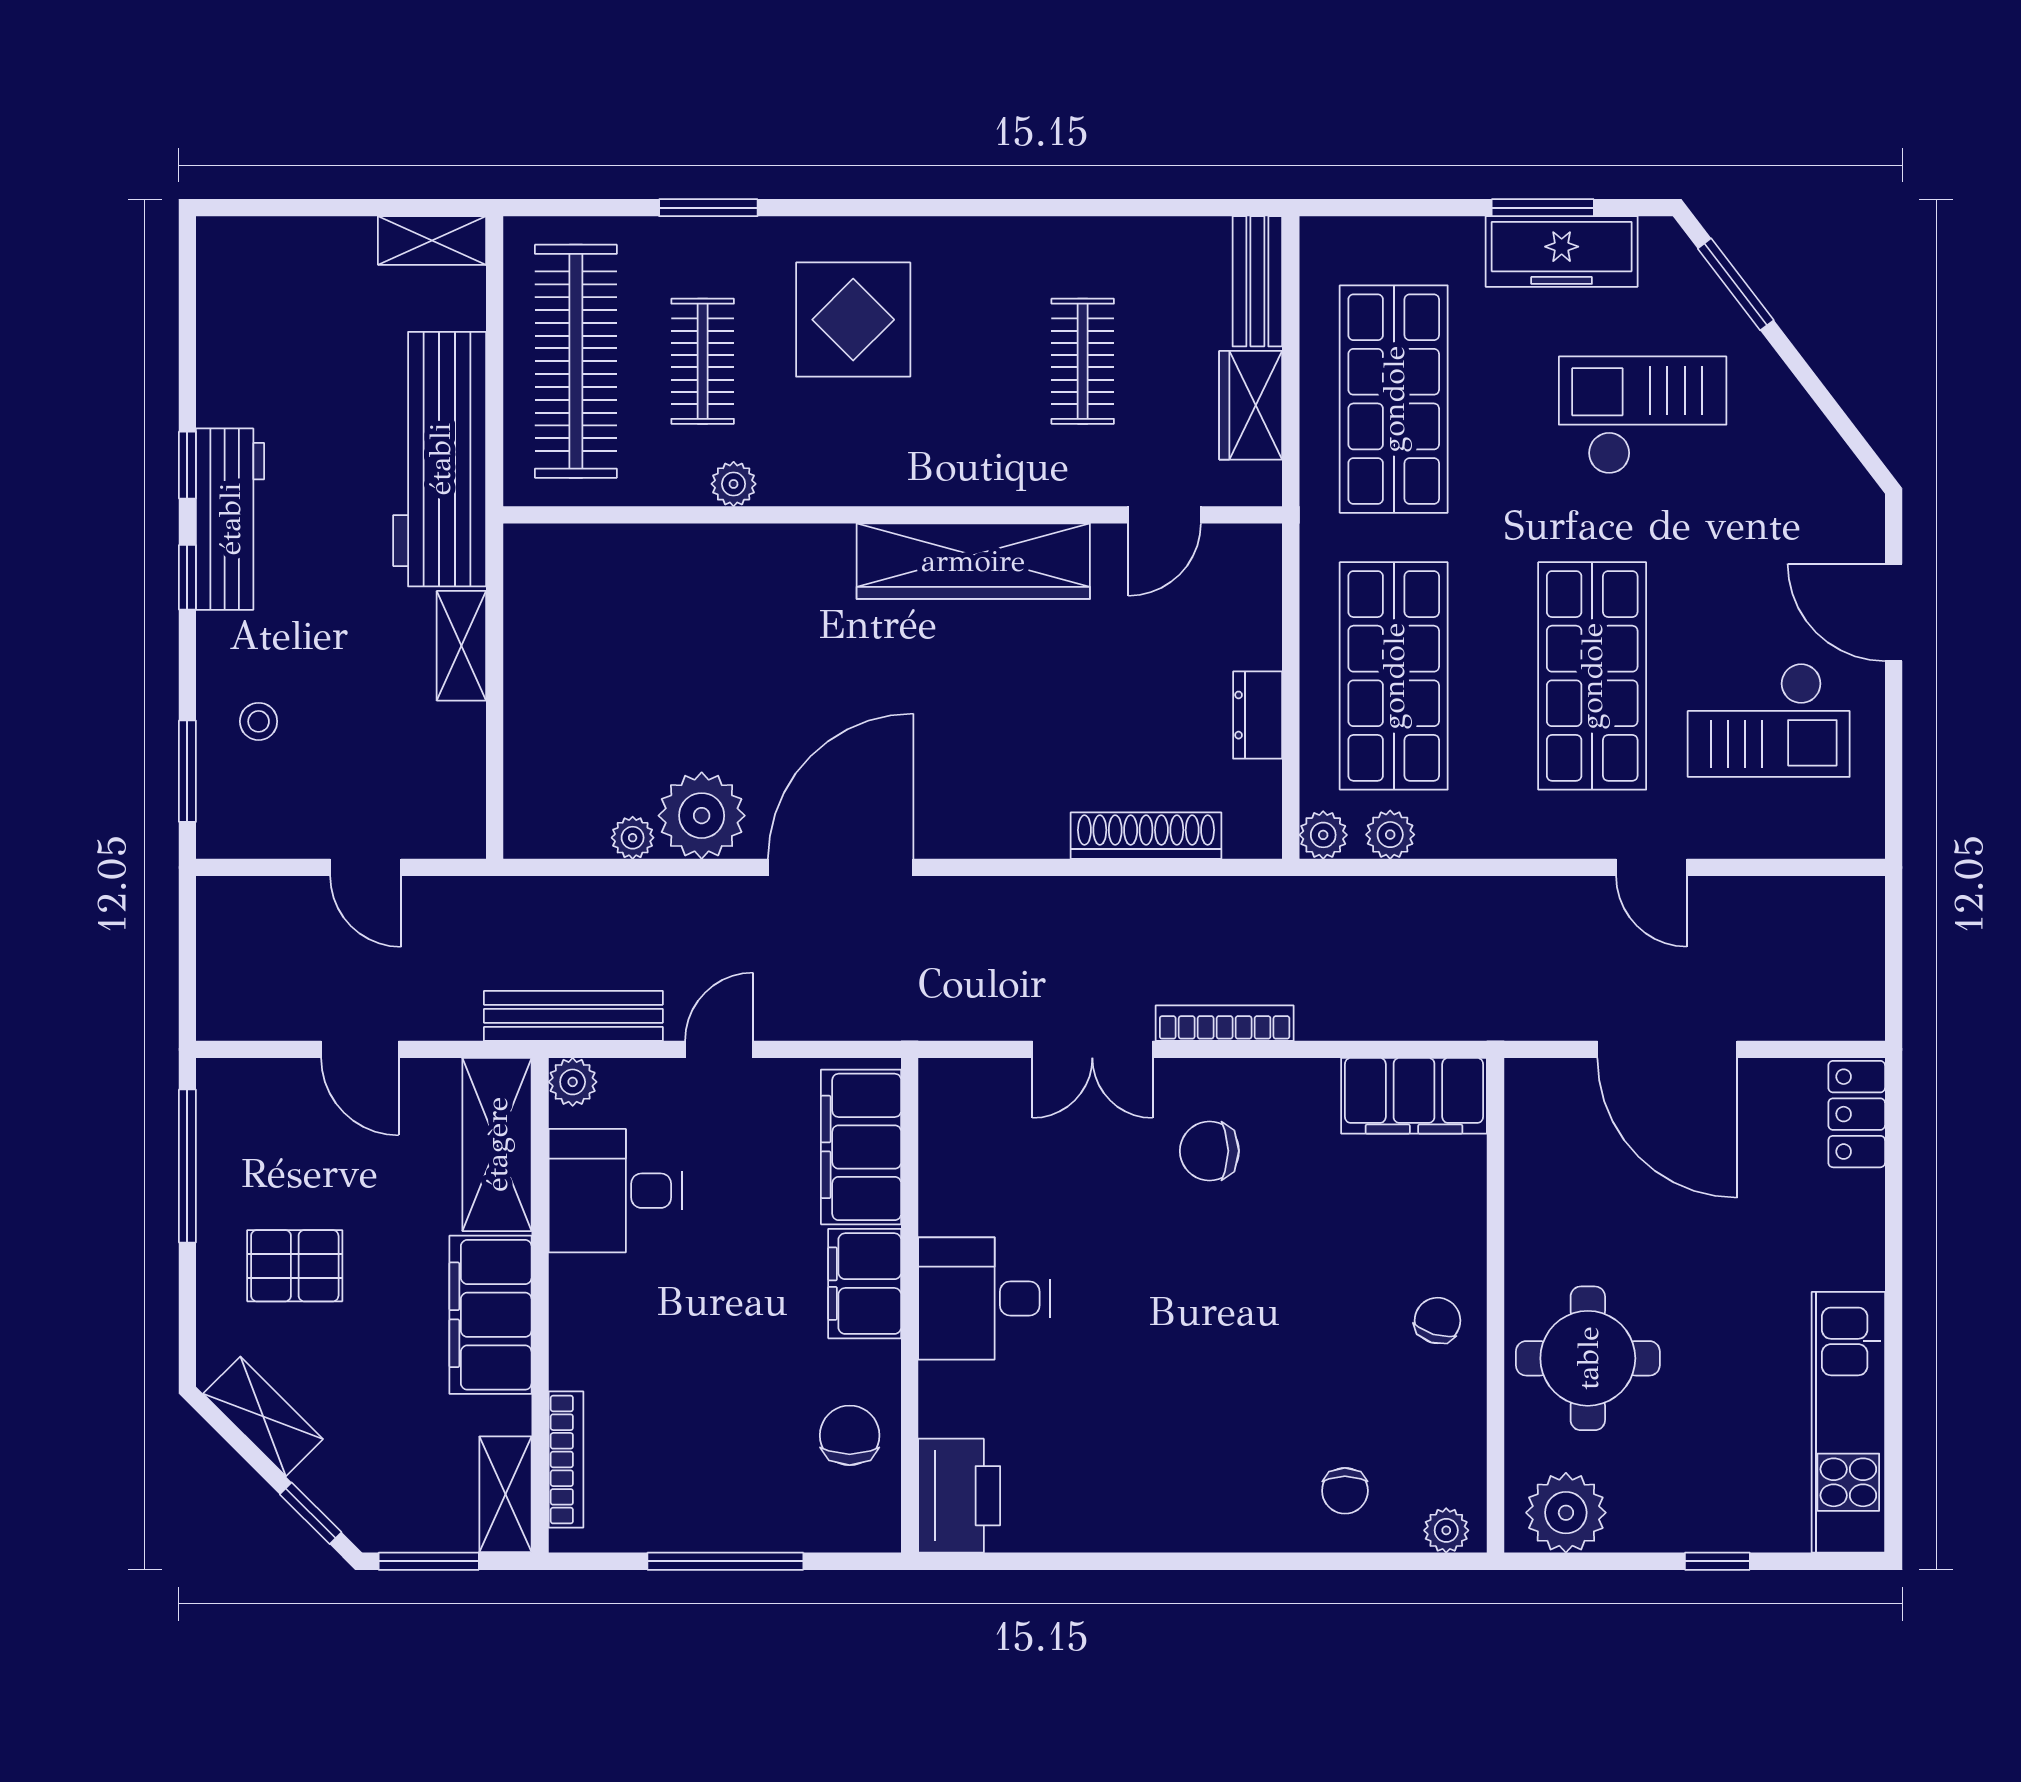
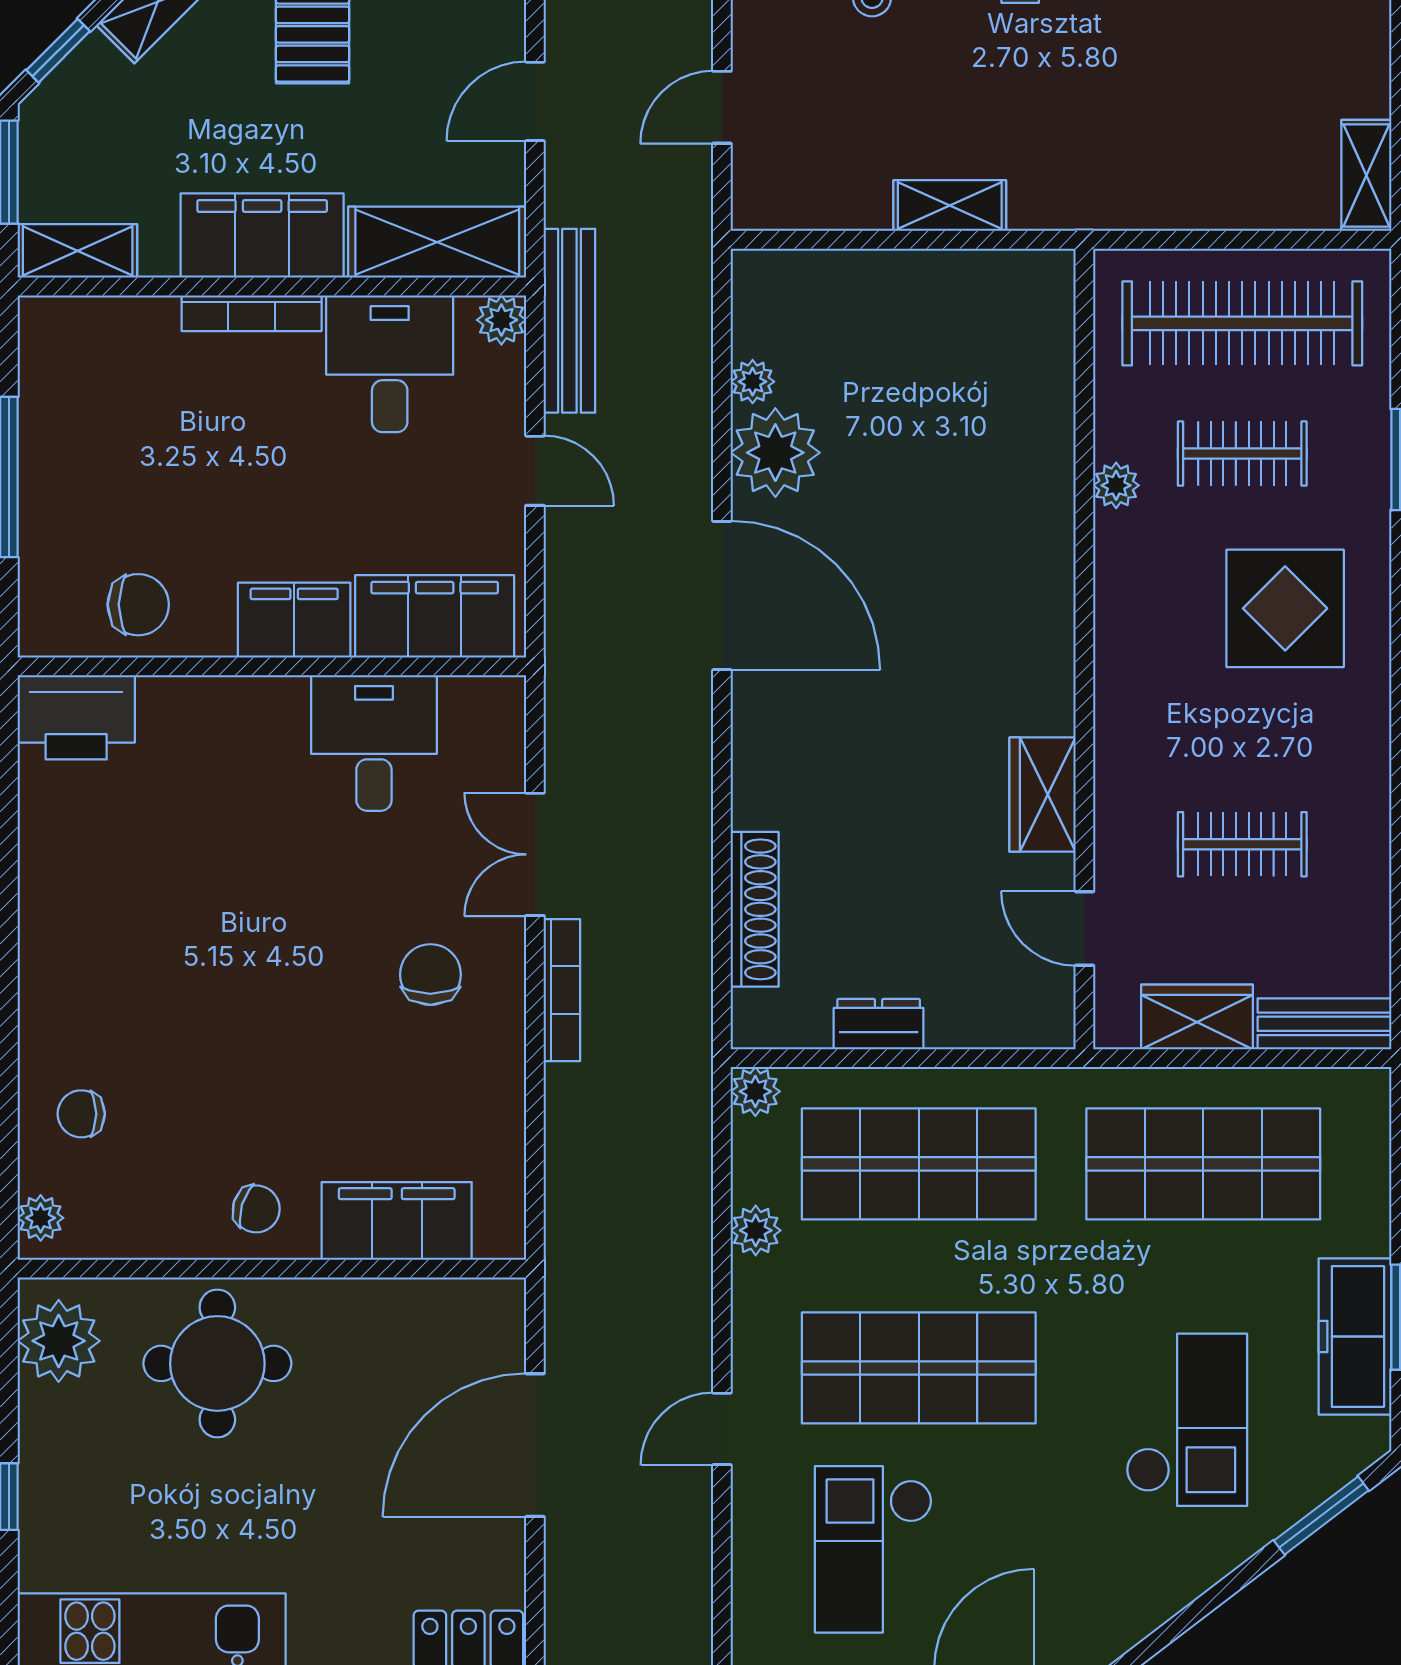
workbench: (440, 459) -> (1142, 183), removed
wardrobe: (973, 561) -> (1043, 795), width x0.48, depth x0.85
plant: (1390, 835) -> (756, 1230), moved
filing cabinet: (1414, 1096) -> (397, 1221), moved, turned 90
desk: (984, 1298) -> (374, 743), moved
bookcase: (566, 1460) -> (252, 313), moved

